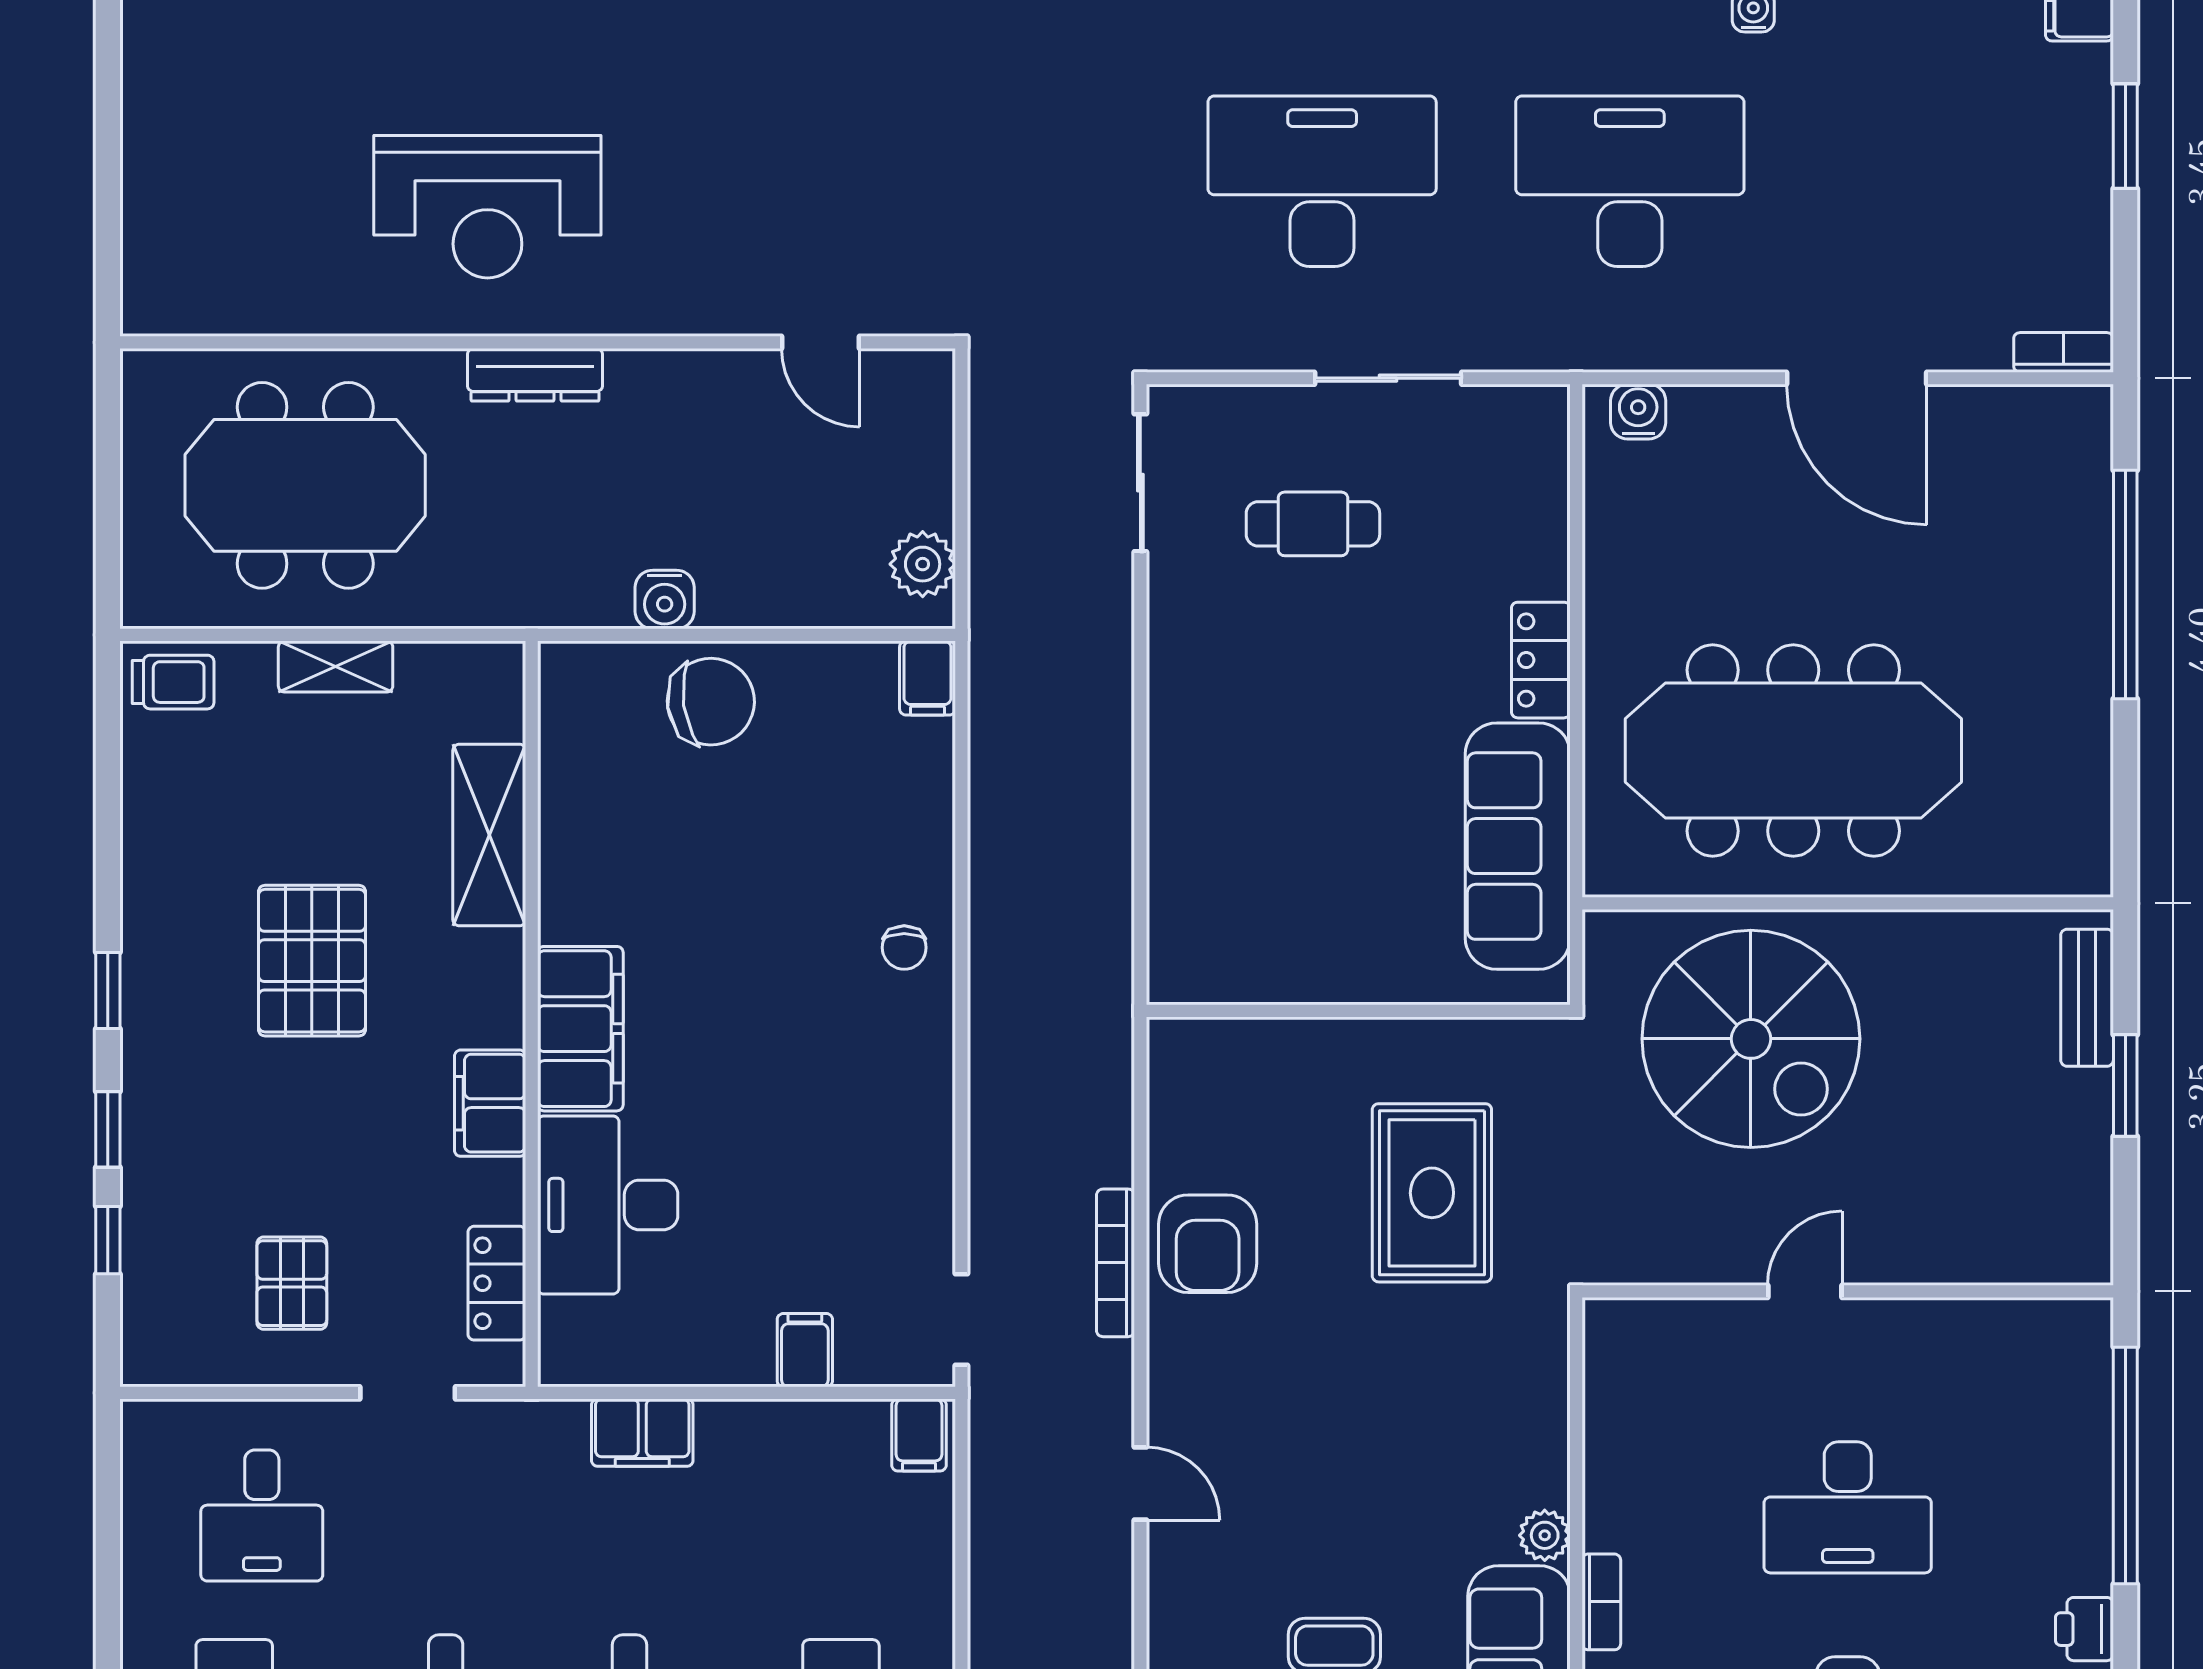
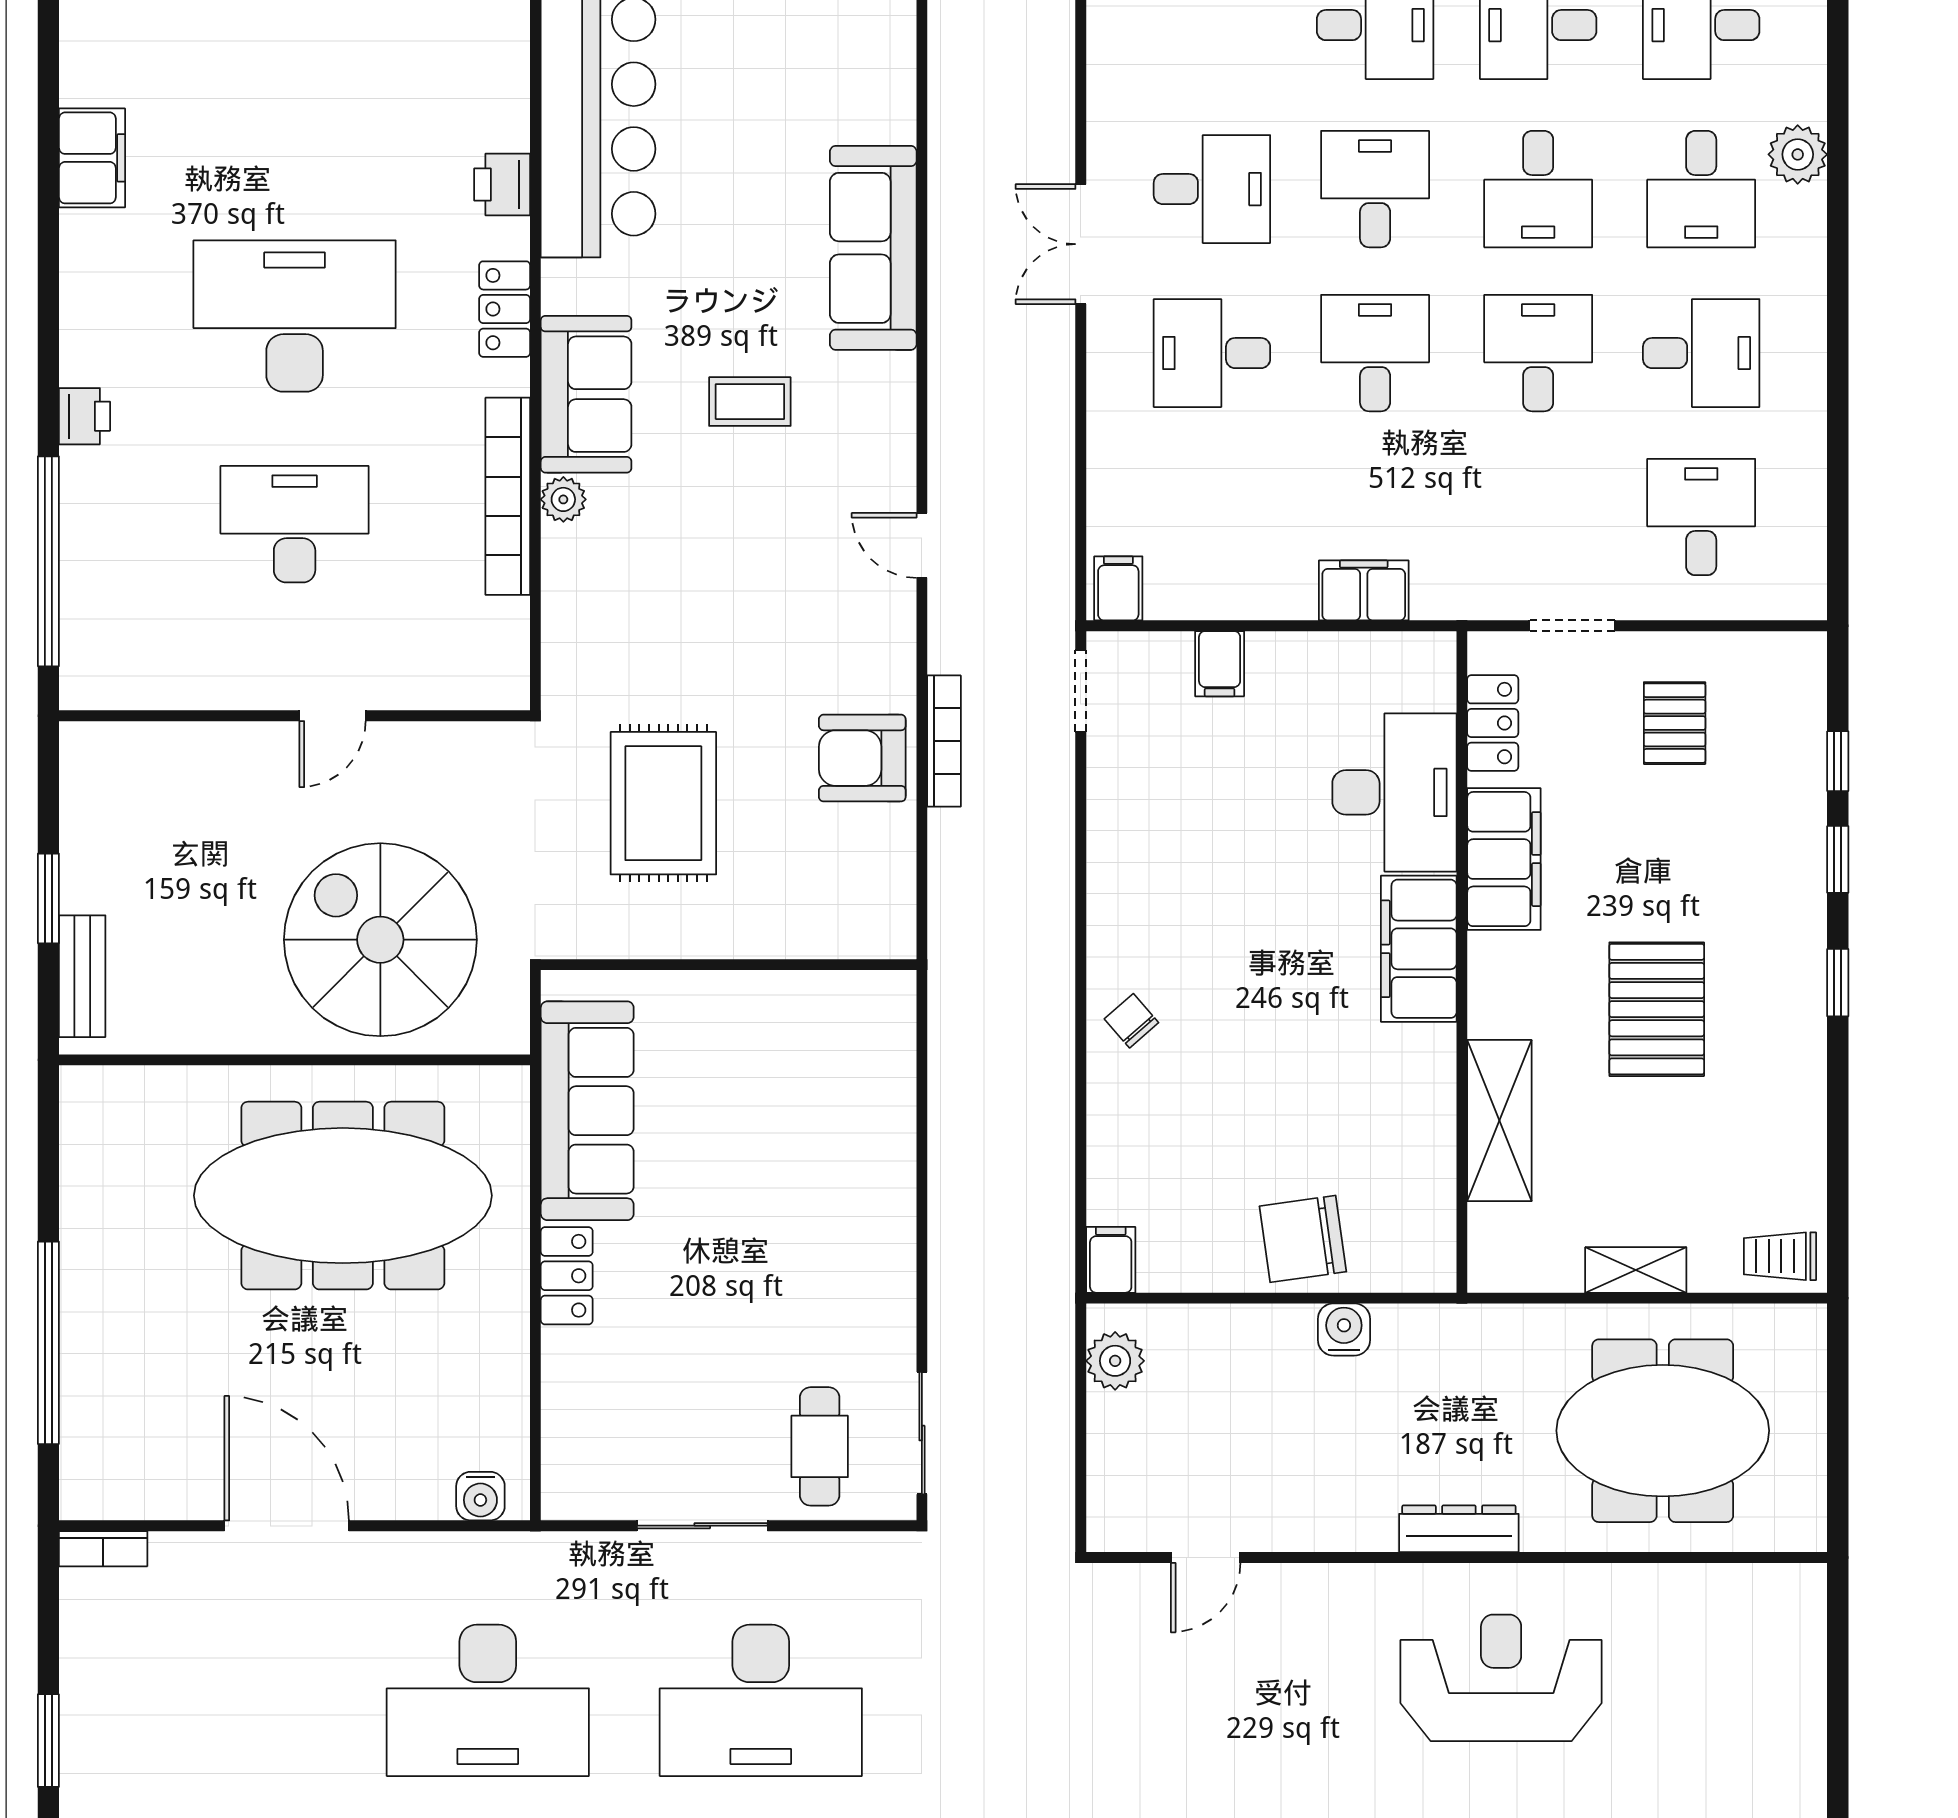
door: (821, 342) -> (1206, 1557), swing flipped
cafe table: (1313, 524) -> (820, 1446), moved, turned 90
chair: (904, 948) -> (1131, 1021), turned -41
filing cabinet: (490, 1103) -> (1504, 859), width x1.50, depth x1.17
armchair: (1208, 1244) -> (862, 758), turned -90
bookcase: (1601, 1602) -> (508, 496), width x2.31, depth x1.31

